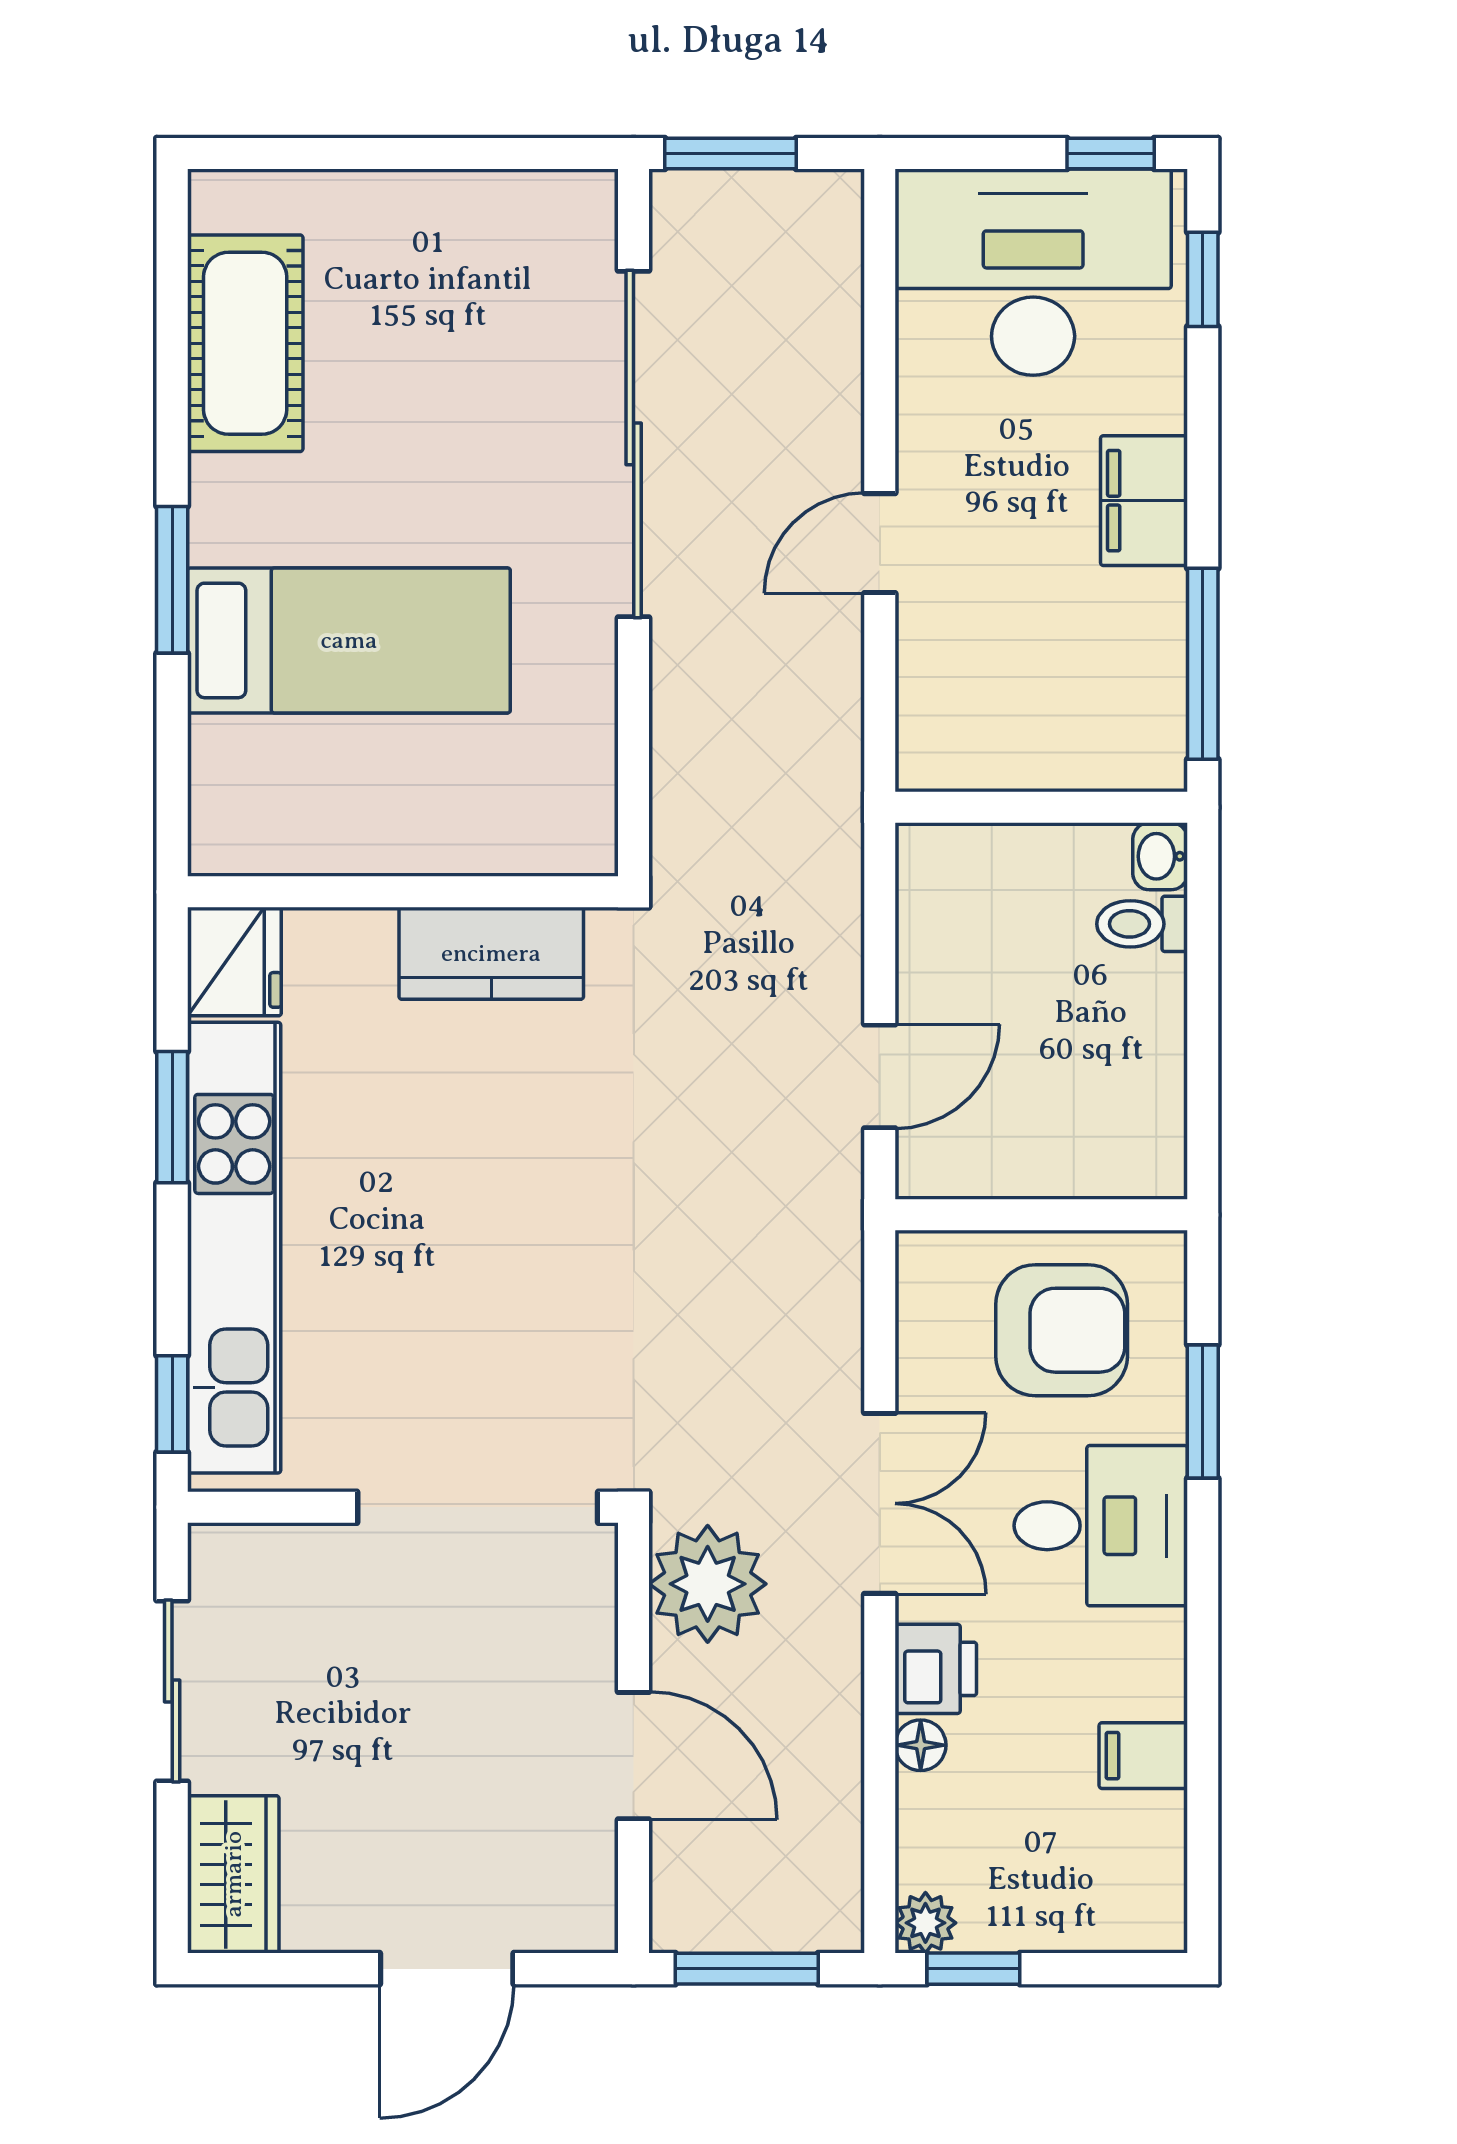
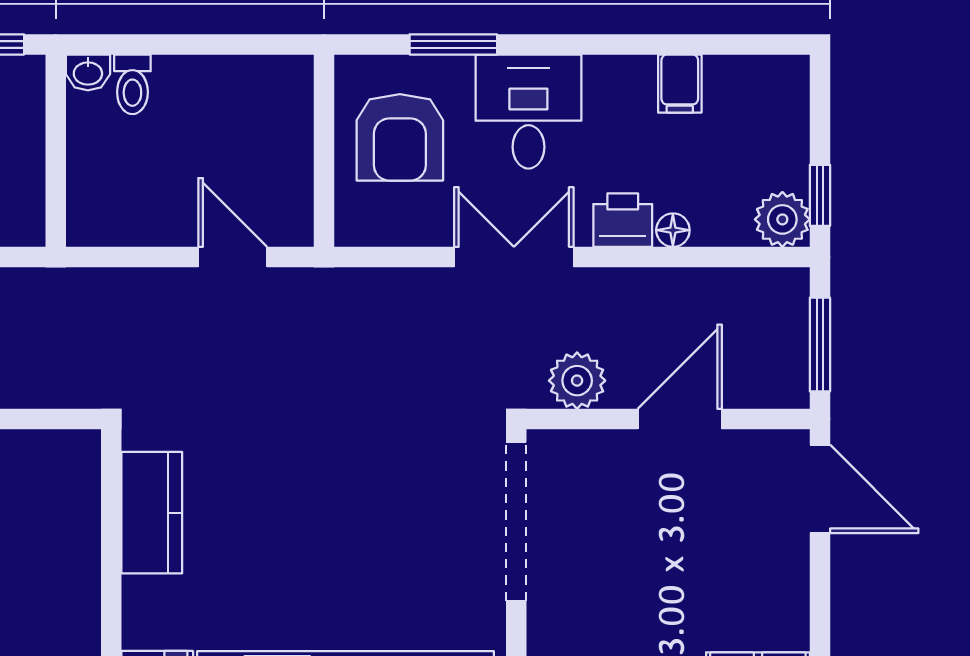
armchair: (1062, 1330) -> (400, 137), turned 180
plant: (708, 1584) -> (577, 381), width x0.73, depth x0.73
plant: (925, 1923) -> (782, 219), width x1.38, depth x1.38
door: (447, 1969) -> (820, 489), moved

